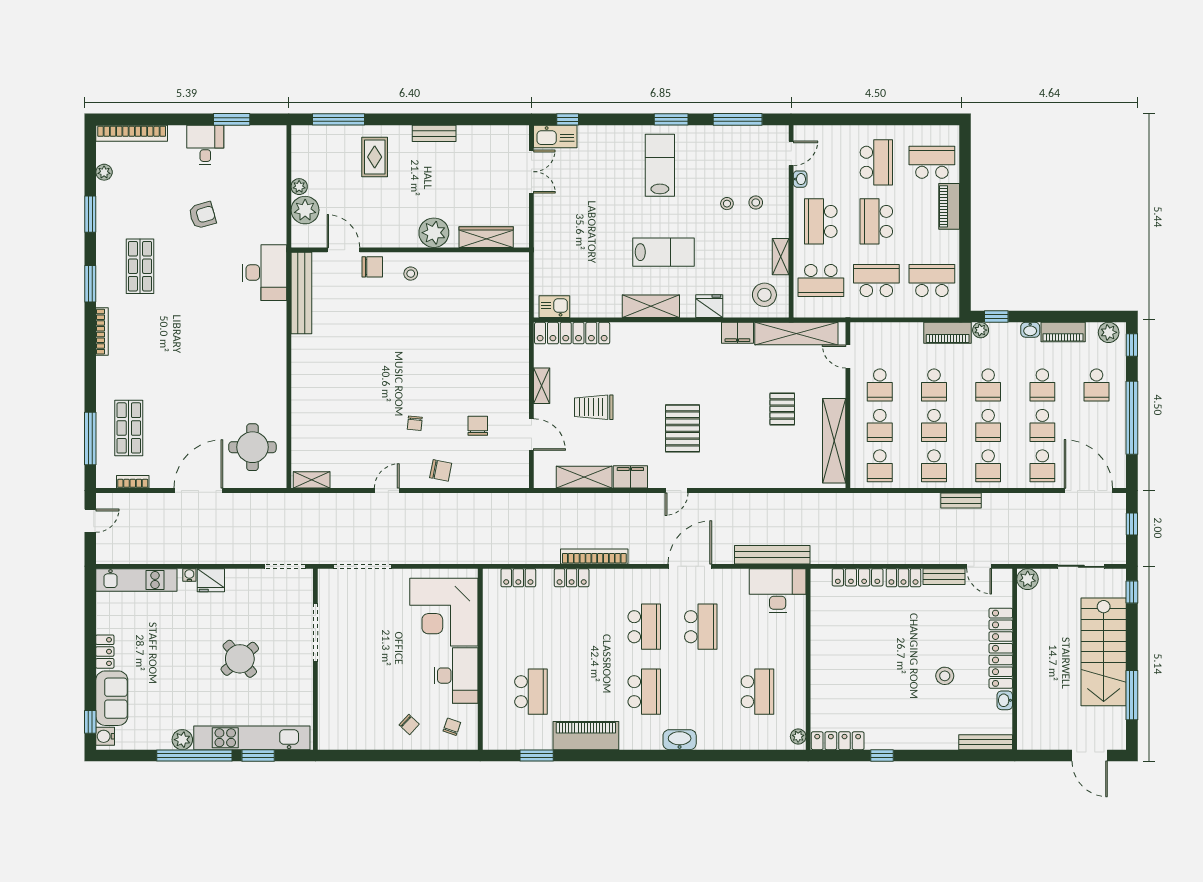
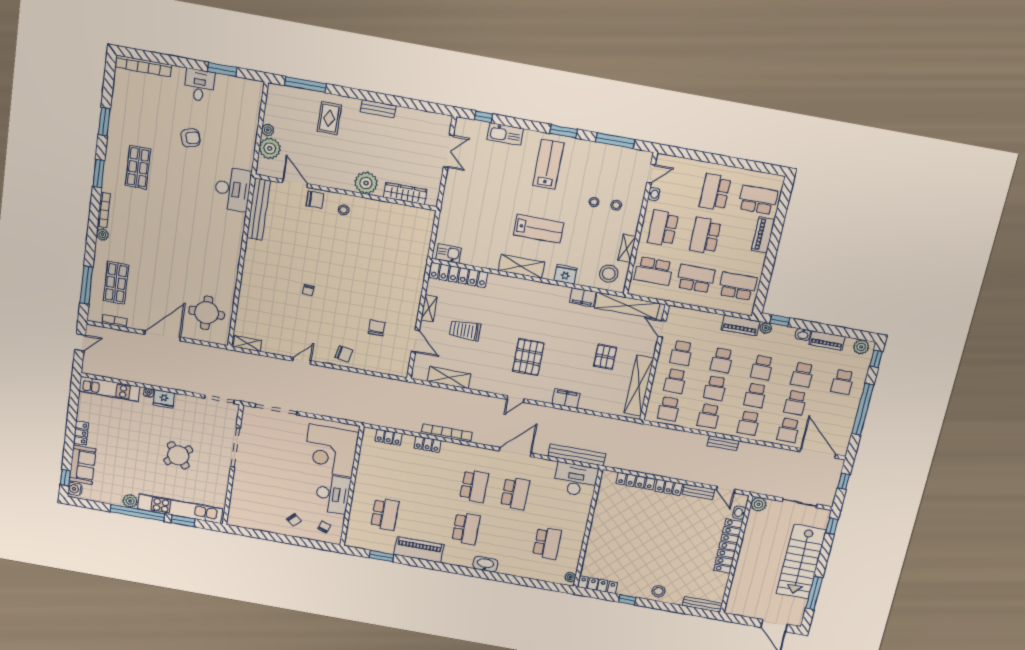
kitchen sink: (555, 136) -> (505, 134), moved
school desk: (876, 162) -> (715, 192), turned 180
plant: (104, 172) -> (103, 235), moved
chair: (415, 423) -> (308, 290), moved
filing cabinet: (630, 477) -> (566, 398), moved
stool: (945, 676) -> (659, 591), moved
washbasin: (1005, 700) -> (739, 513), moved

